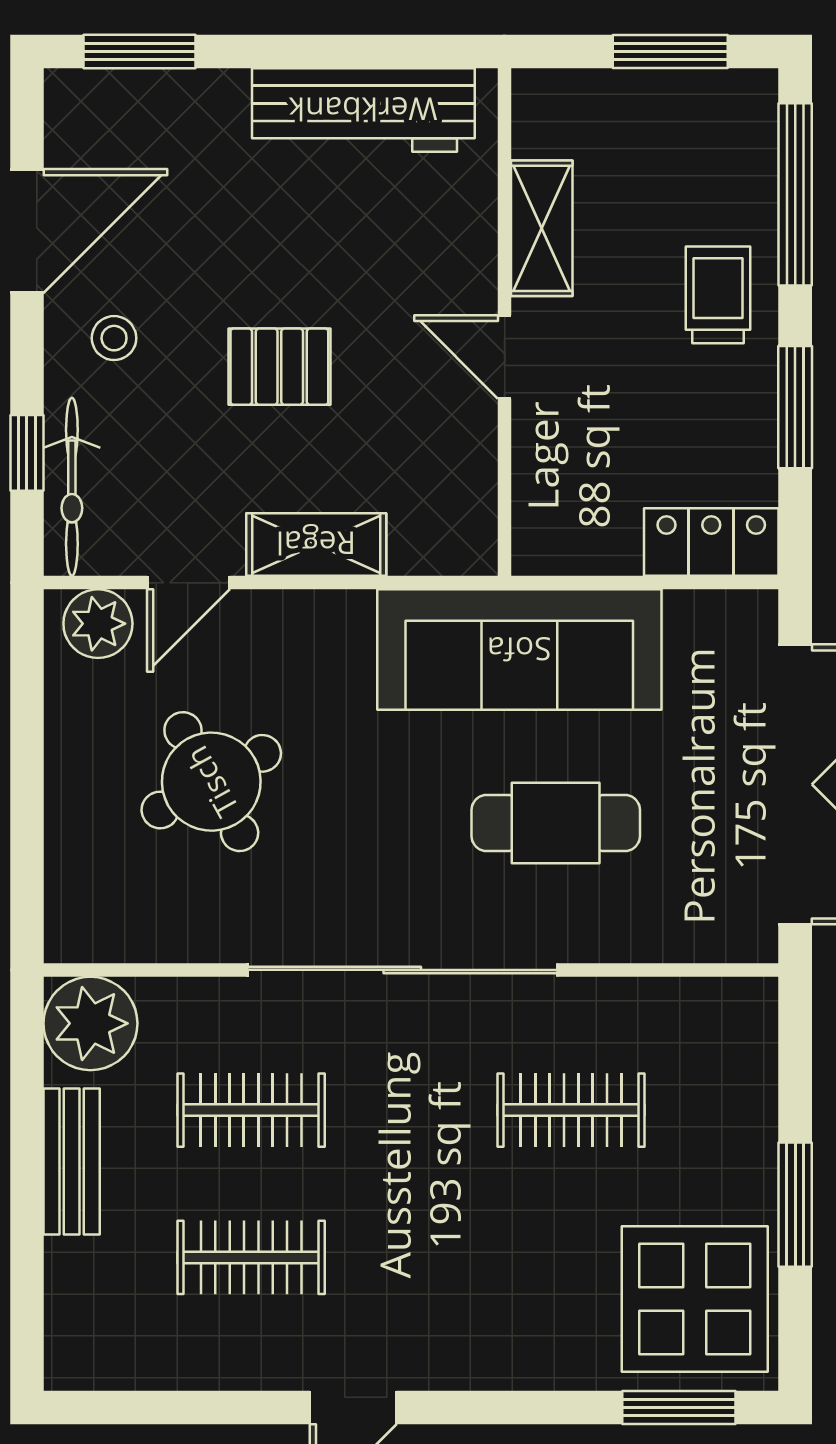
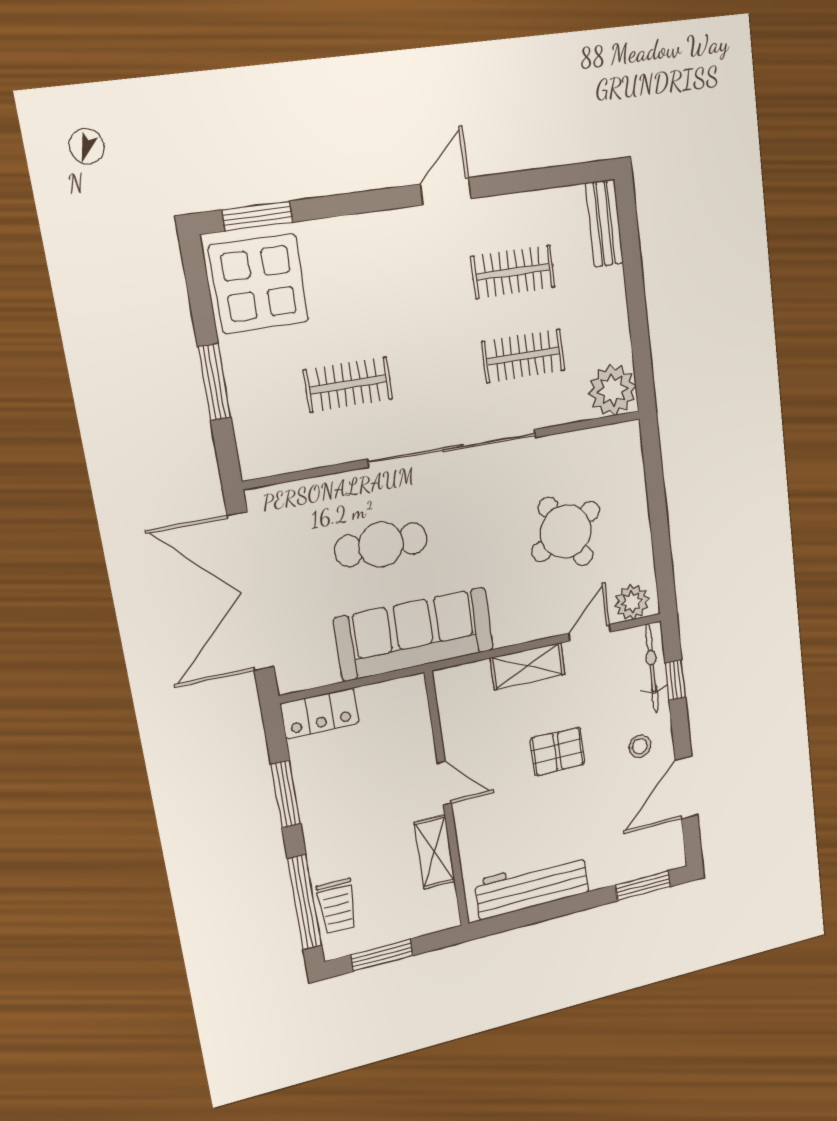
trolley: (718, 295) -> (337, 906), moved
bench: (72, 1162) -> (604, 223), moved
window: (795, 1205) -> (214, 382), moved

